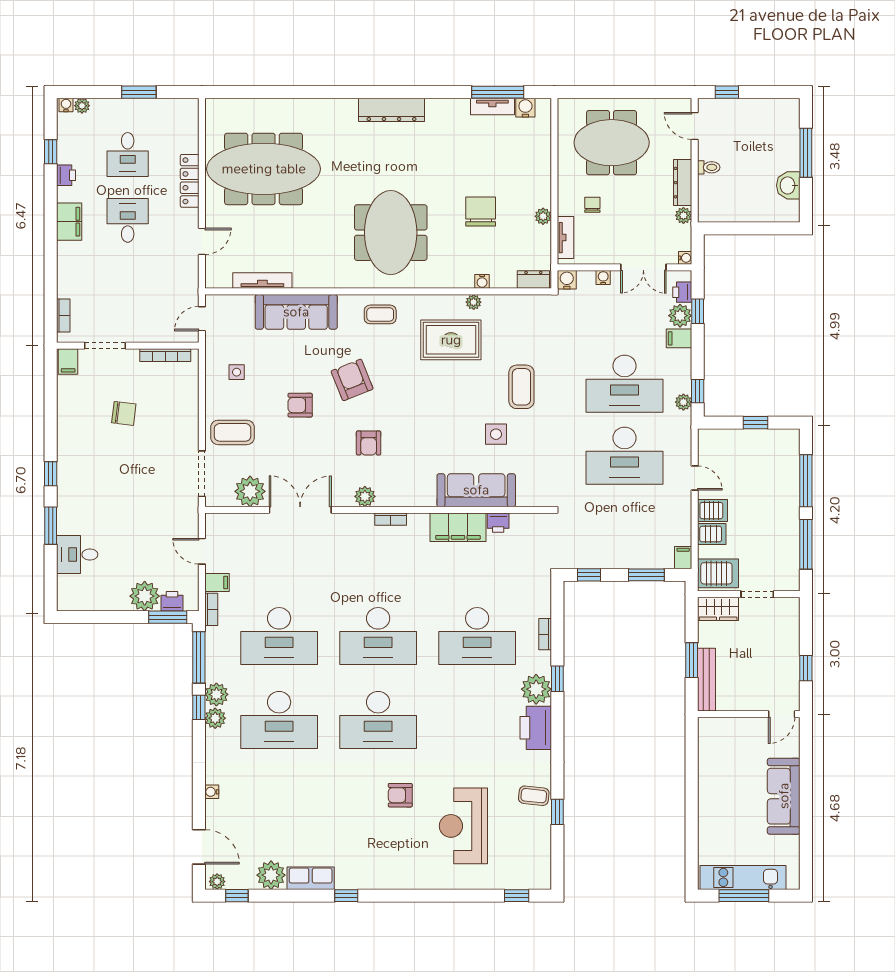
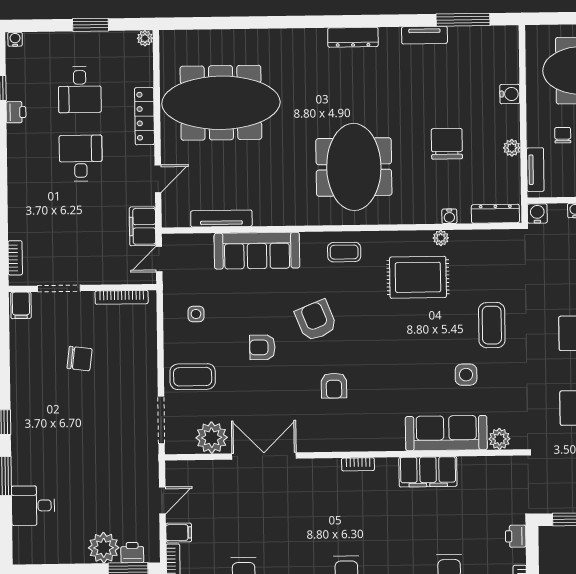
plant: (82, 106) -> (145, 38), moved
tv unit: (492, 107) -> (424, 35), moved
water cooler: (525, 108) -> (510, 94), moved, turned 90
dresser: (392, 110) -> (353, 37), width x0.73, depth x0.80
filing cabinet: (69, 222) -> (142, 226), moved, turned 180
dresser: (533, 280) -> (495, 214), width x1.44
plant: (365, 496) -> (499, 439), moved
printer: (498, 523) -> (516, 536), moved, turned 90
door: (202, 551) -> (162, 500), swing flipped

